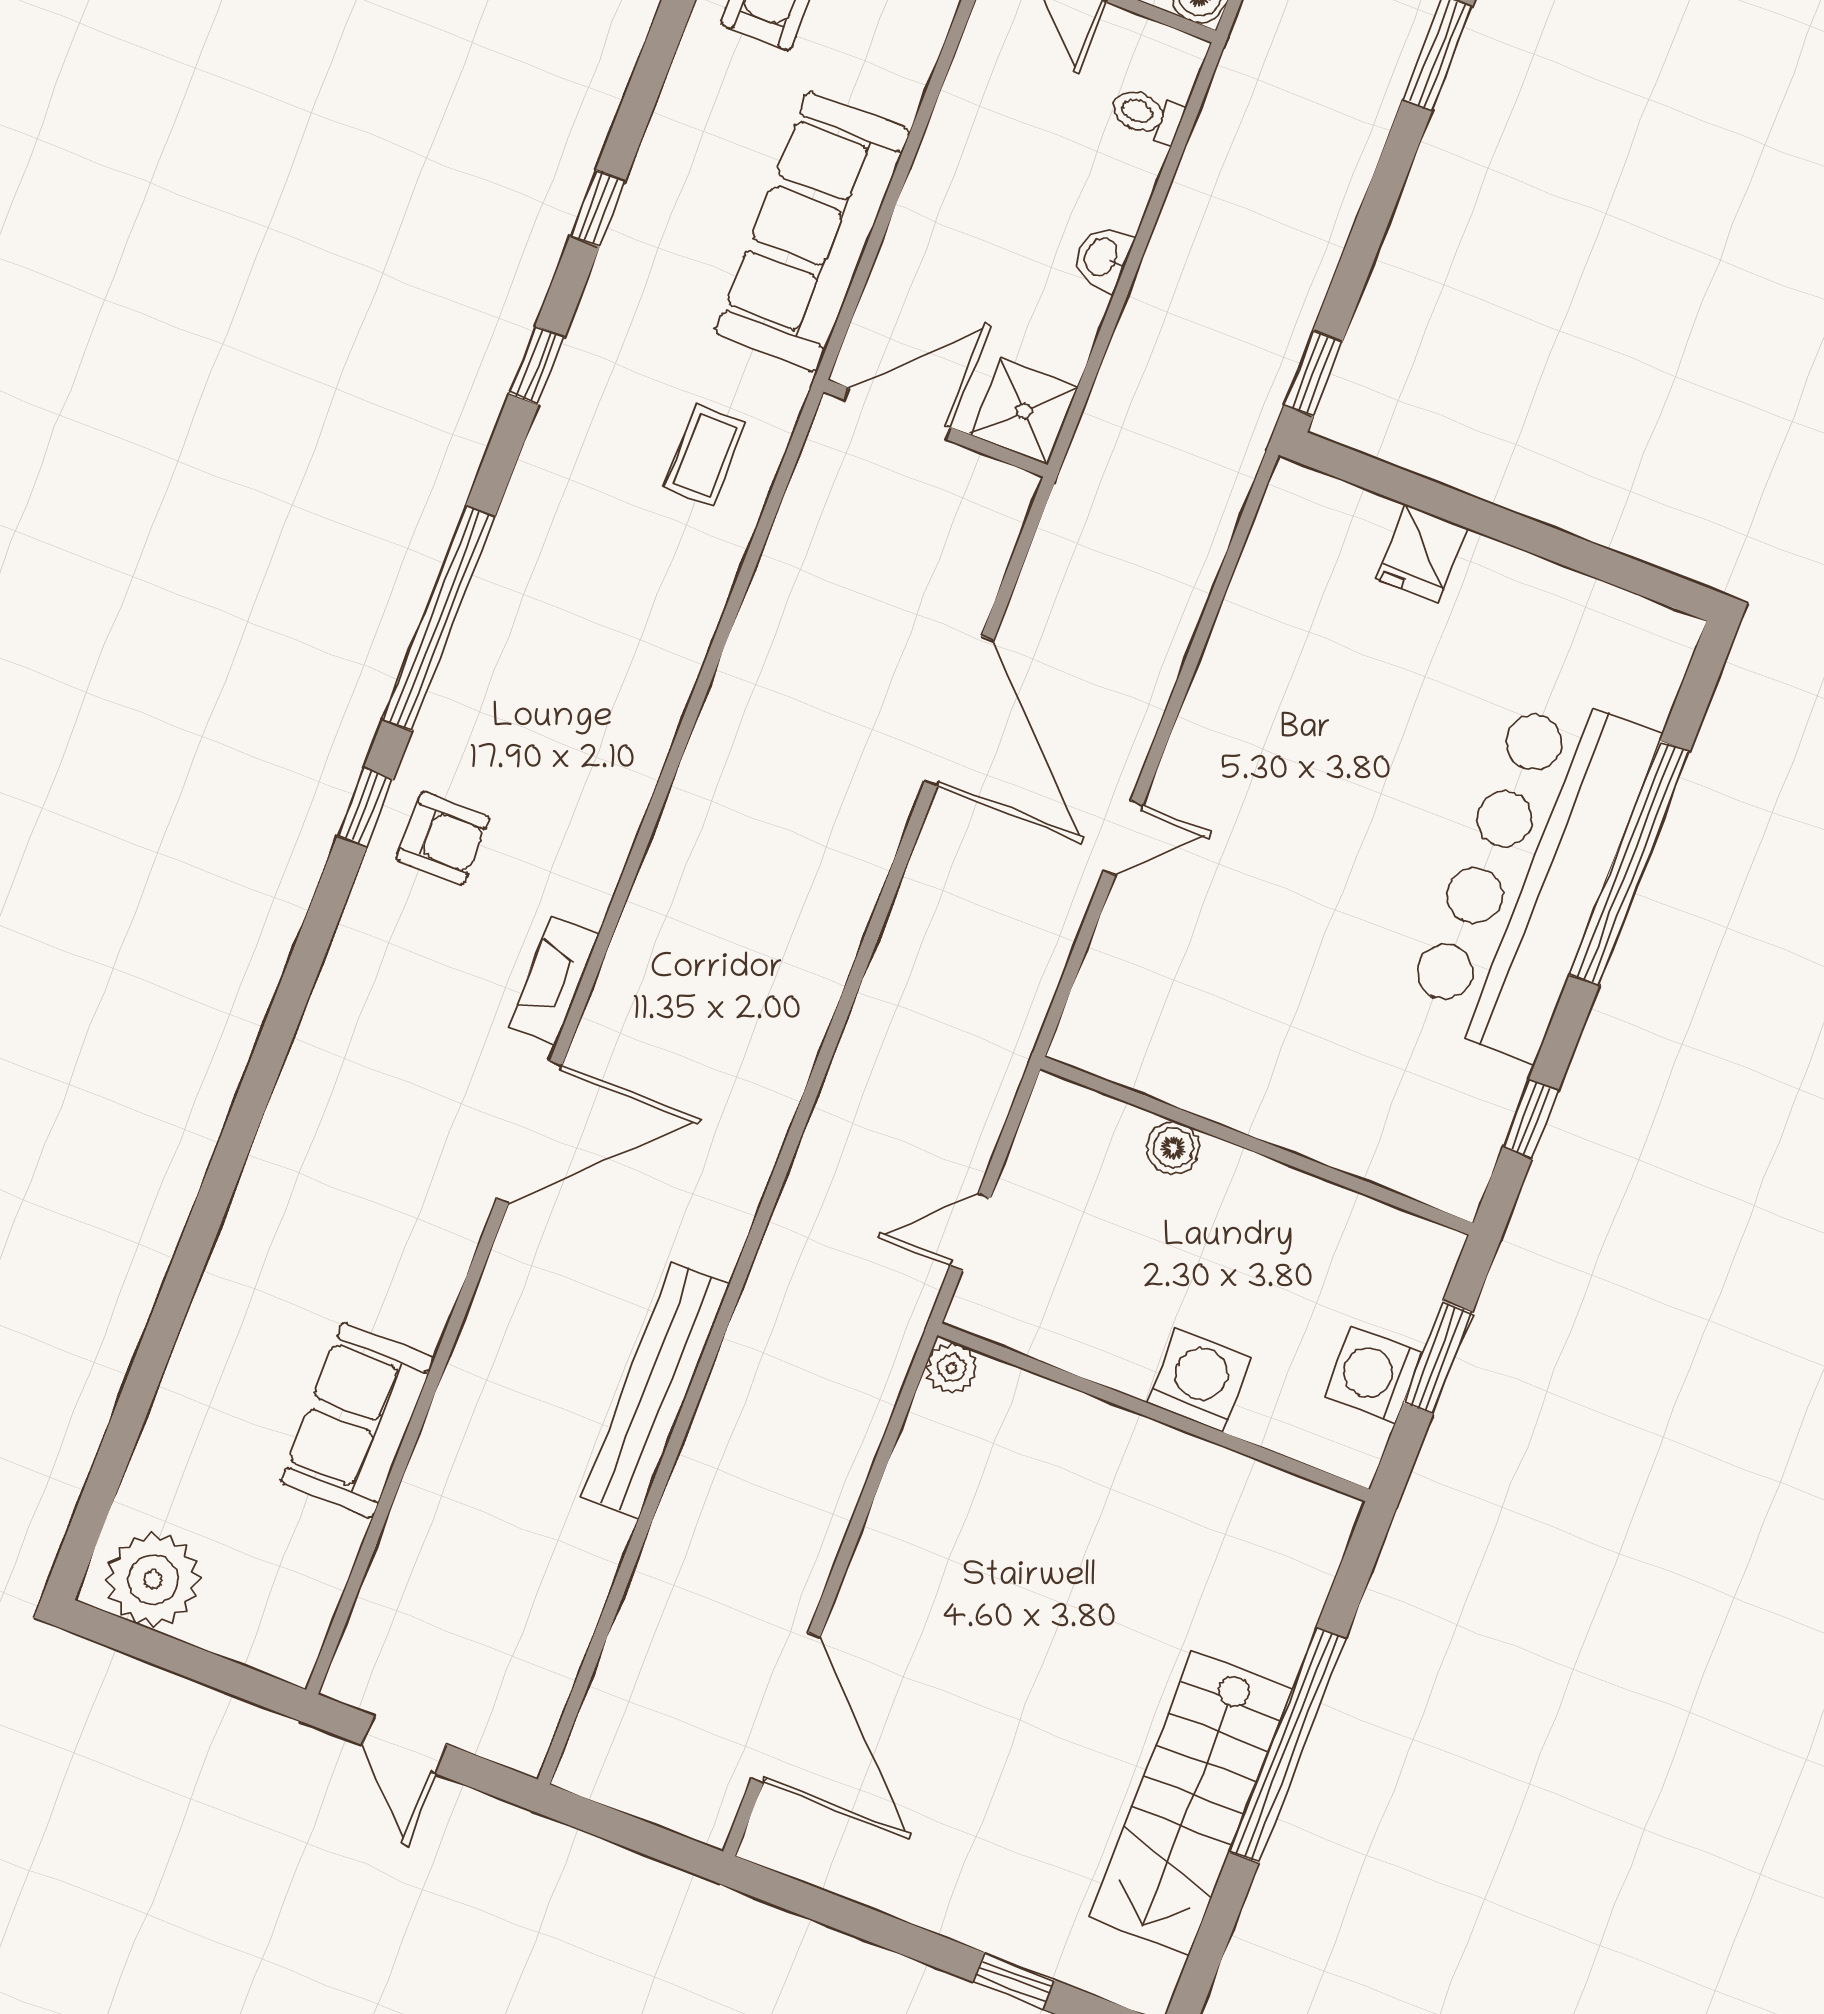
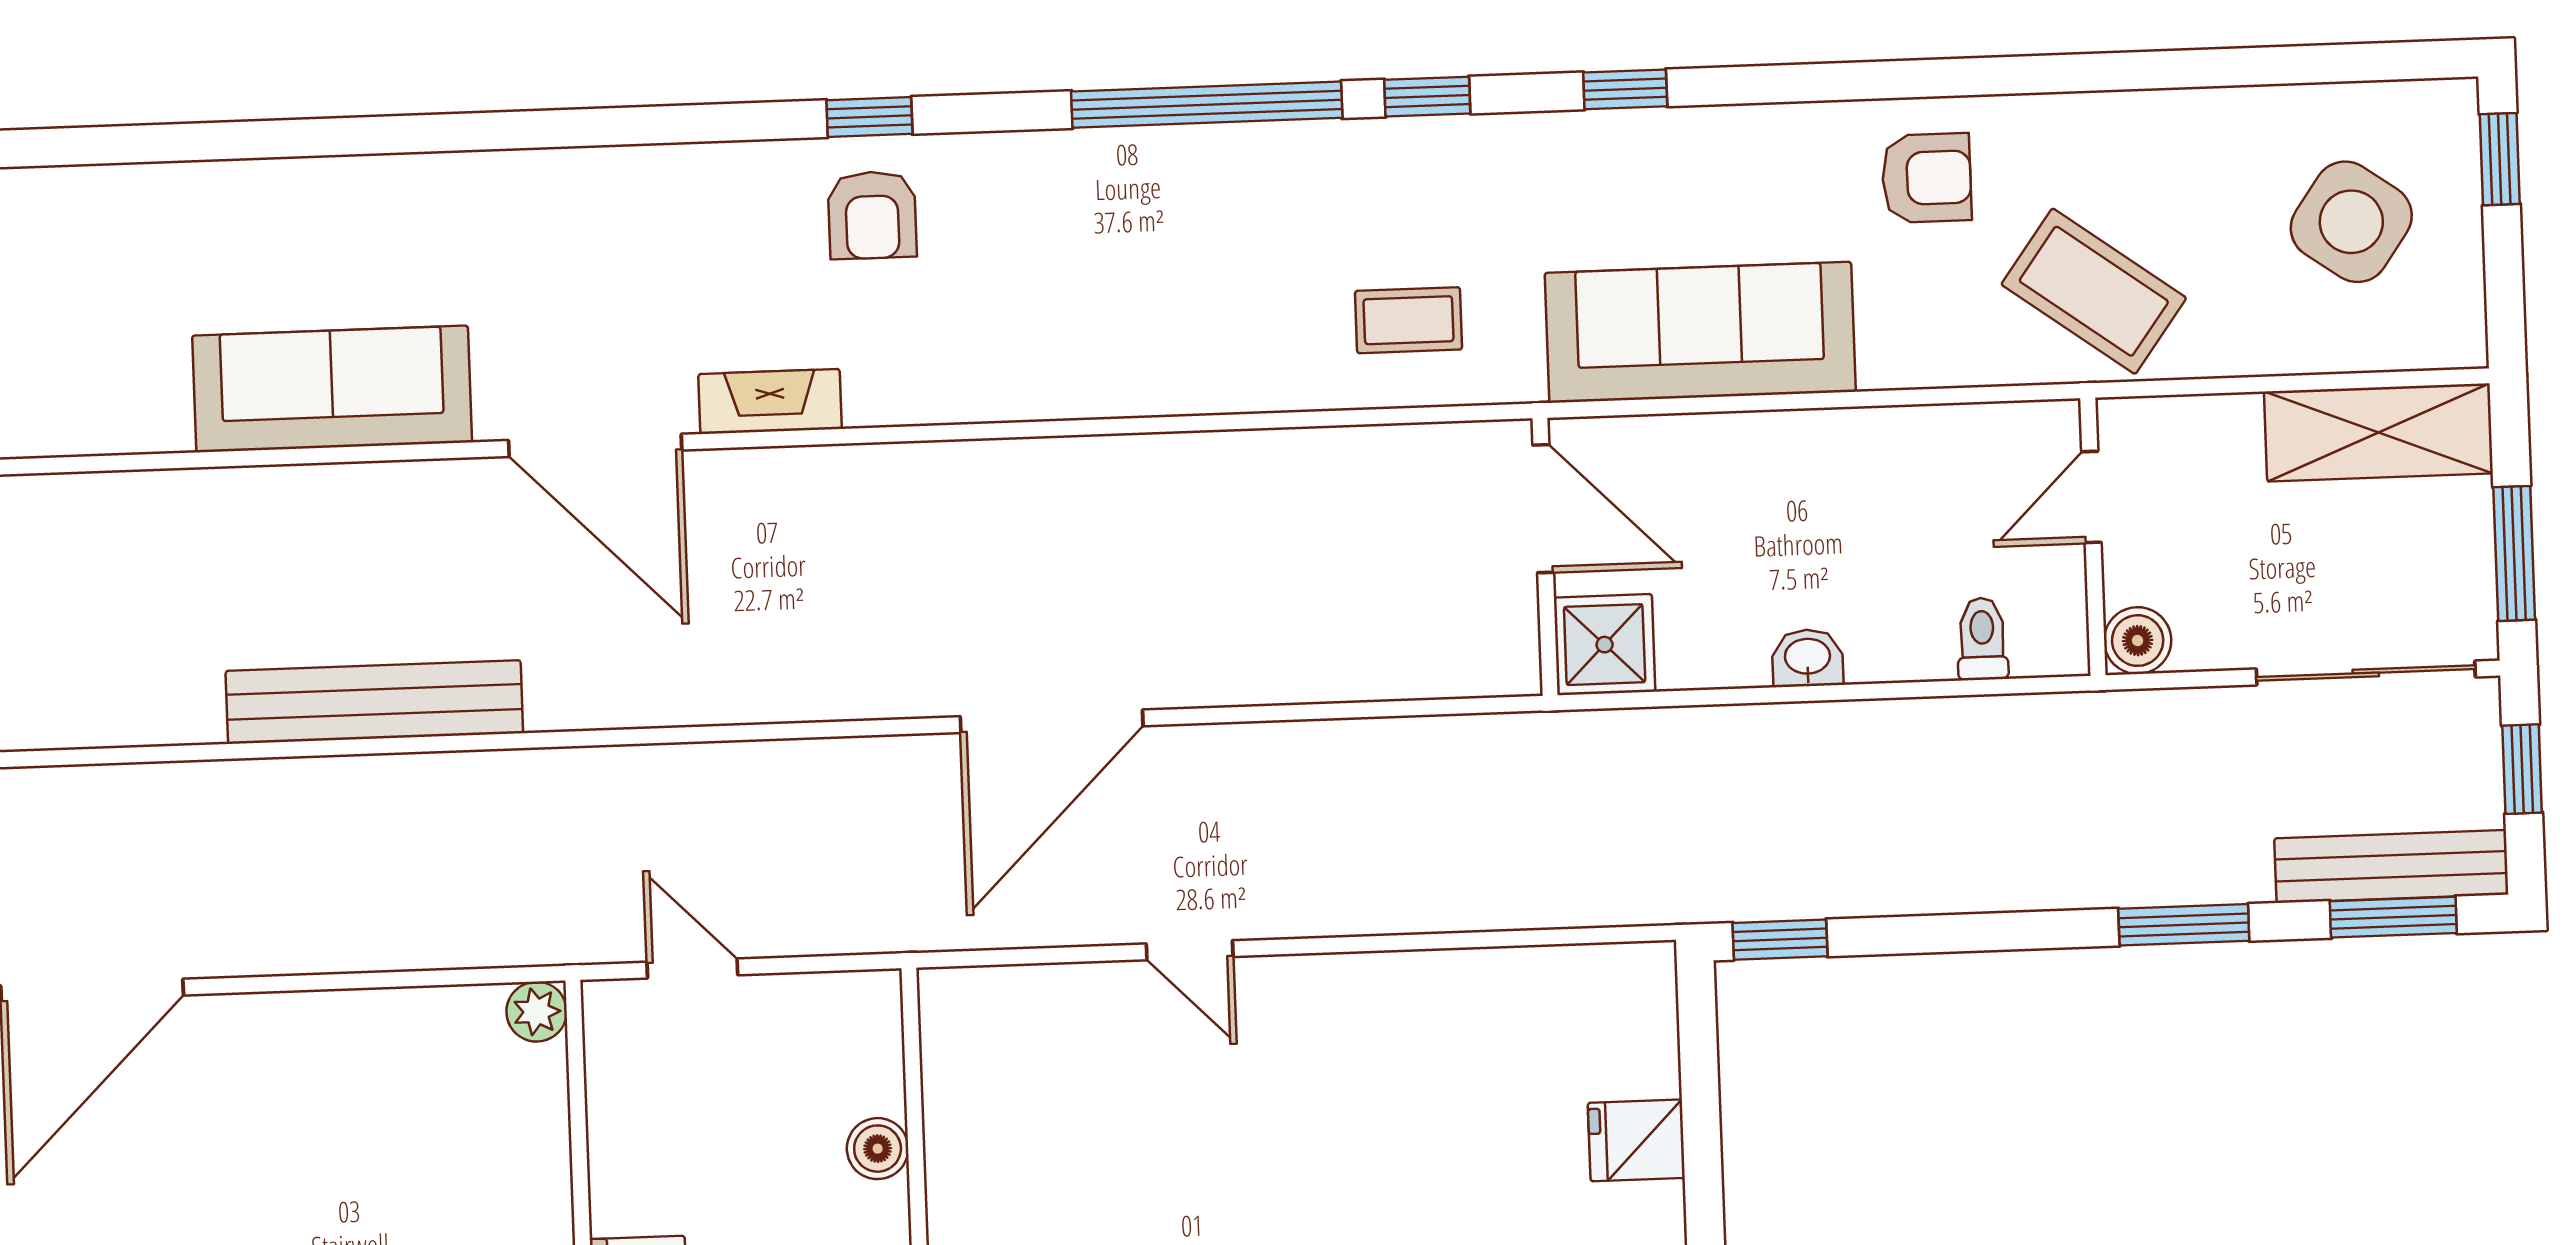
window: (439, 618) -> (1207, 105), moved
door: (959, 711) -> (1052, 721), moved
sofa: (358, 1420) -> (332, 389), moved, width x1.36

